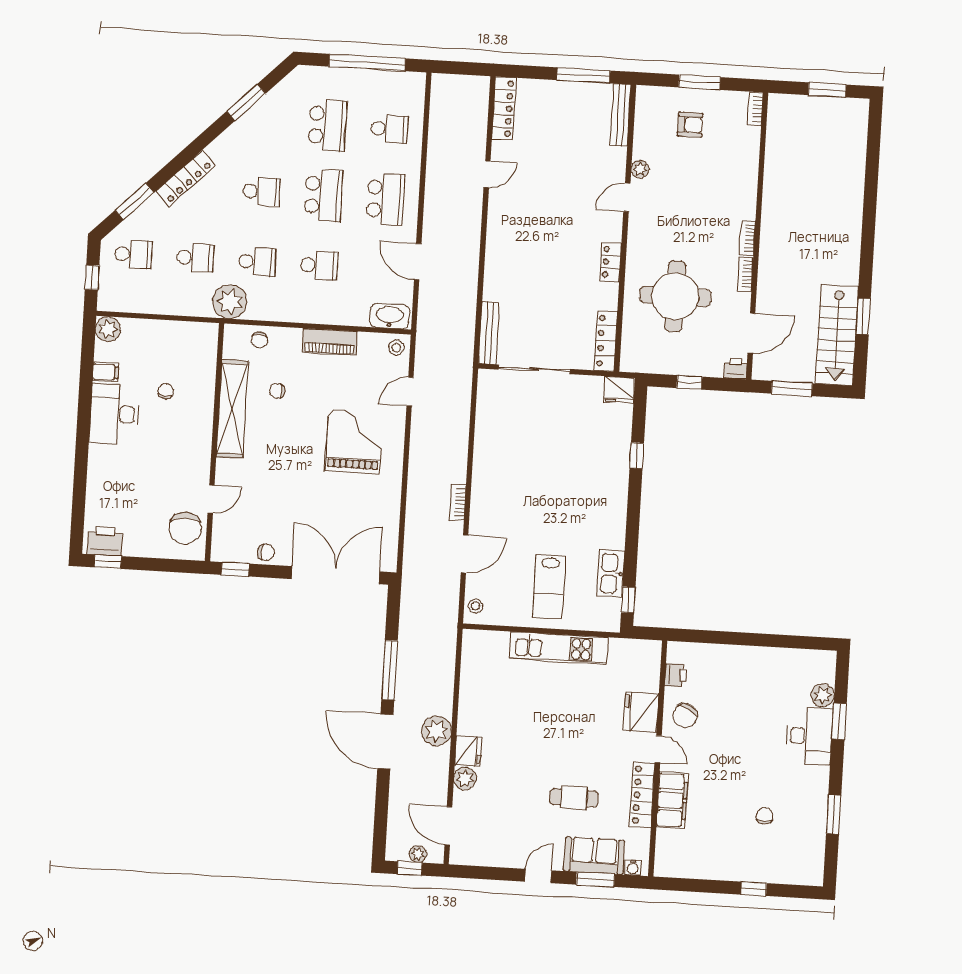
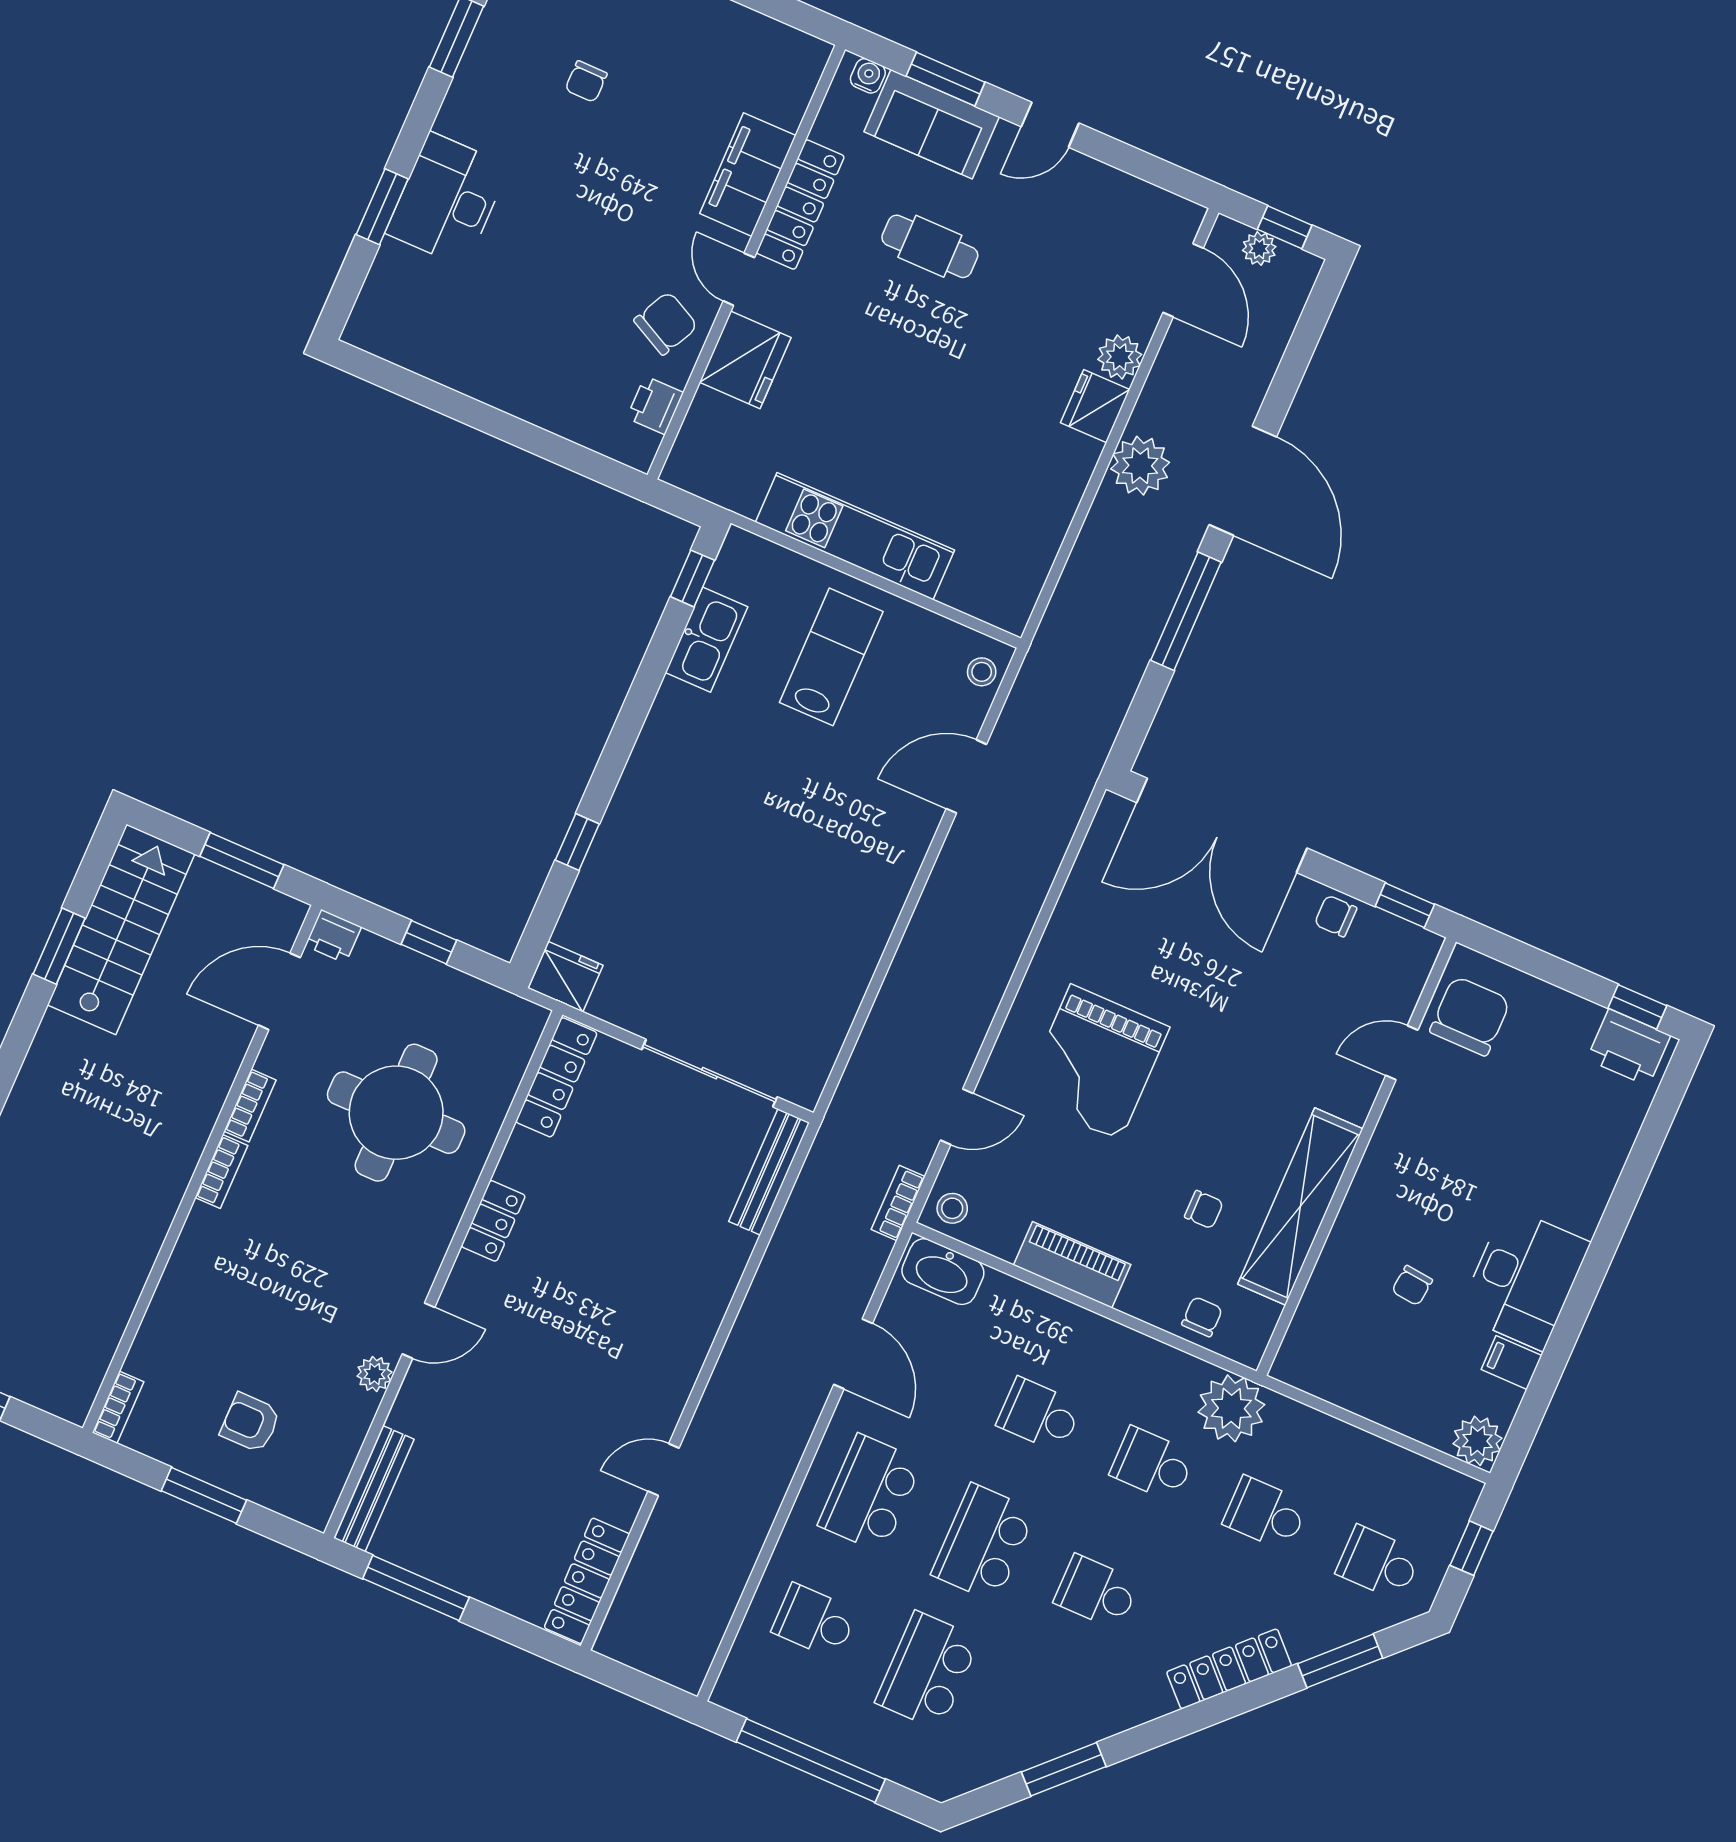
bookcase: (458, 502) -> (898, 1203), moved, turned 180
plant: (823, 695) -> (395, 267), removed

